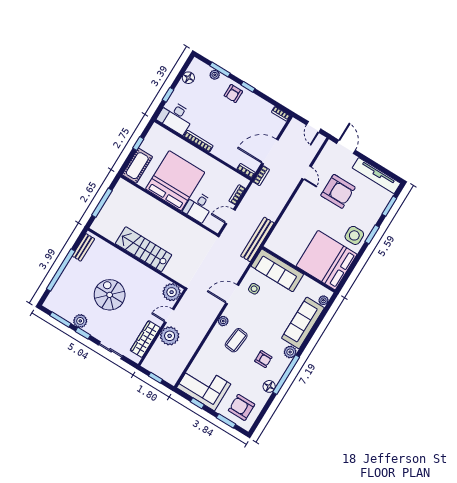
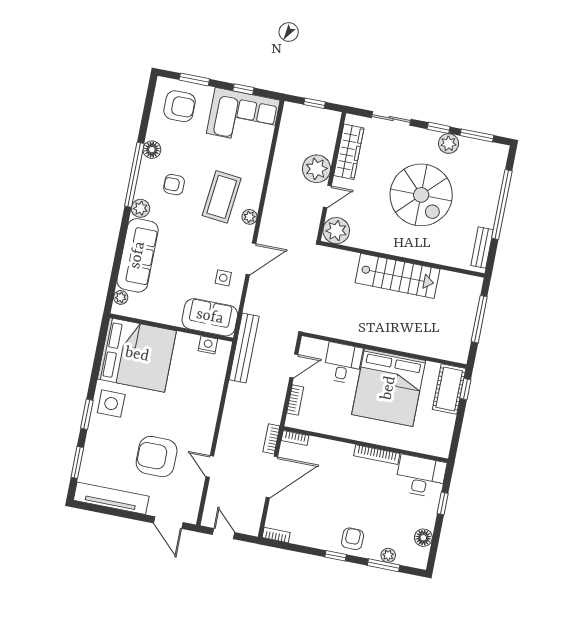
window: (138, 144) -> (465, 389), moved
nightstand: (279, 250) -> (208, 345), added
sofa: (277, 270) -> (210, 317), width x0.73
spiral stairs: (110, 295) -> (421, 195), width x1.37, depth x1.37
coffee table: (236, 340) -> (222, 197), width x1.36, depth x1.32

